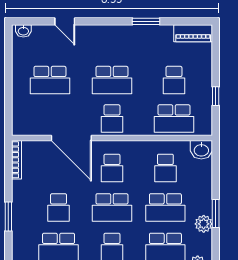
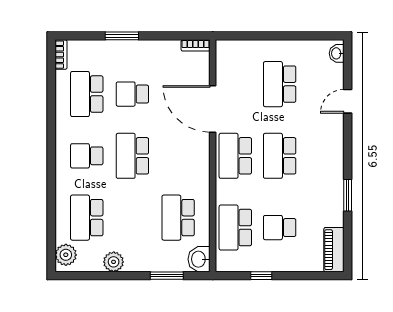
school desk: (112, 118) -> (235, 156), width x1.85
door: (71, 138) -> (213, 109), hinge flipped
bookcase: (16, 160) -> (196, 45), width x0.64
school desk: (112, 168) -> (178, 156), removed
school desk: (165, 168) -> (178, 218), width x1.85
school desk: (165, 207) -> (132, 218), removed
window: (216, 214) -> (167, 276), moved

